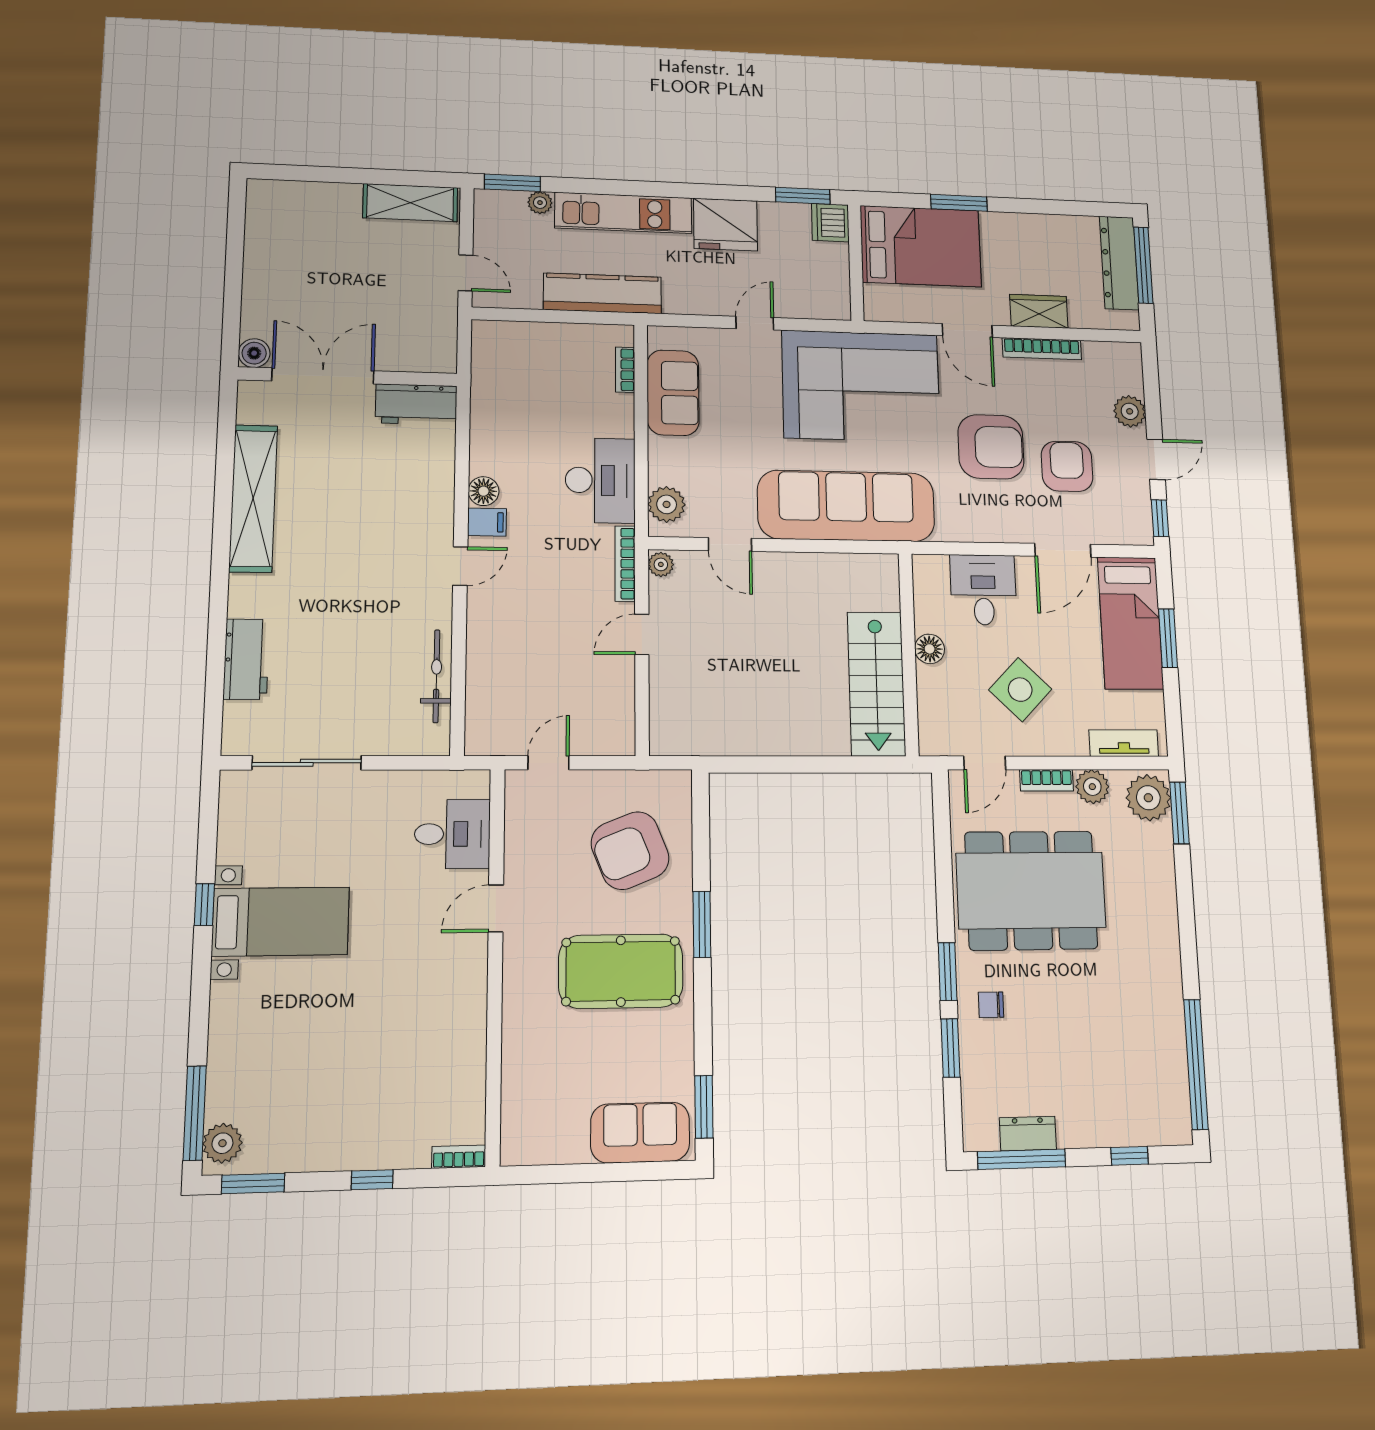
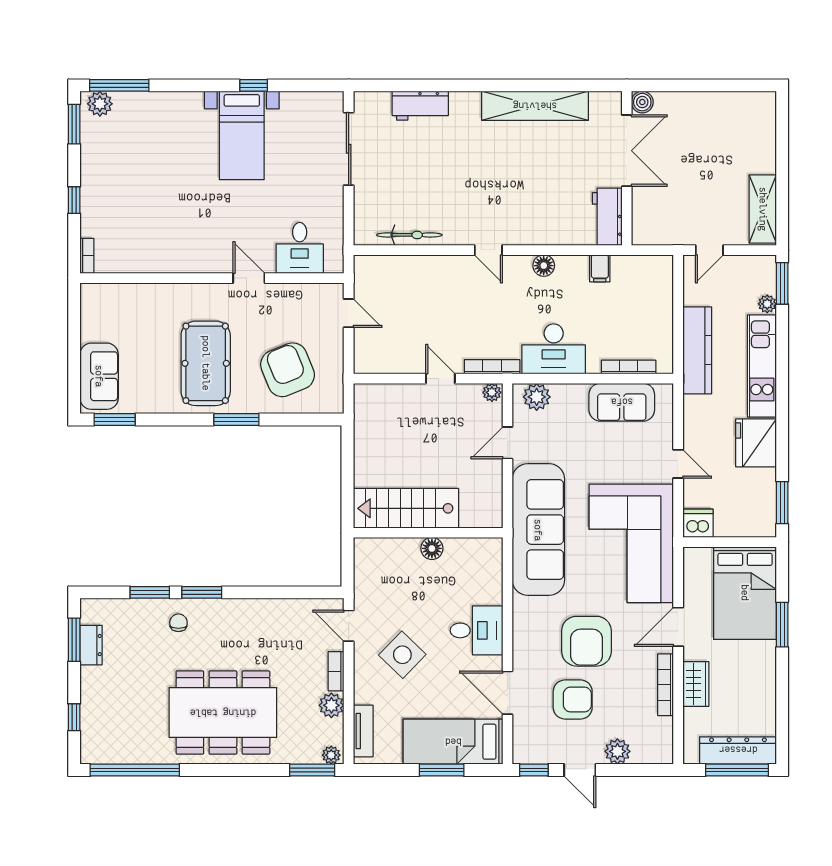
dishwasher: (830, 223) -> (698, 523), moved
bookcase: (625, 370) -> (629, 367), width x1.56
filing cabinet: (487, 522) -> (600, 268), moved
floor lamp: (930, 649) -> (432, 548), moved
wall: (909, 654) -> (428, 533), moved
stairs: (877, 684) -> (406, 508), moved
plant: (1148, 798) -> (331, 755), width x0.53, depth x0.53
dining table: (1031, 890) -> (223, 713), moved, turned 90
window: (1022, 1159) -> (74, 640), width x0.69

